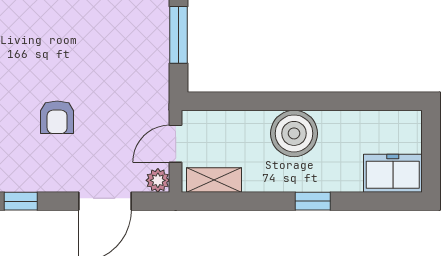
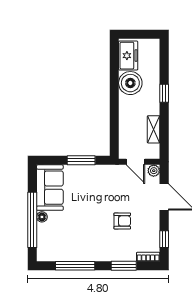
boiler: (294, 133) -> (130, 83), moved
freezer: (393, 173) -> (128, 56), moved, turned 180
shelving: (214, 180) -> (154, 129), moved

